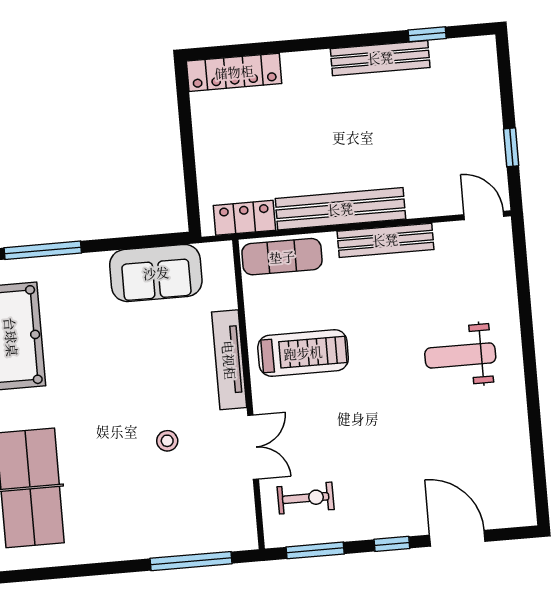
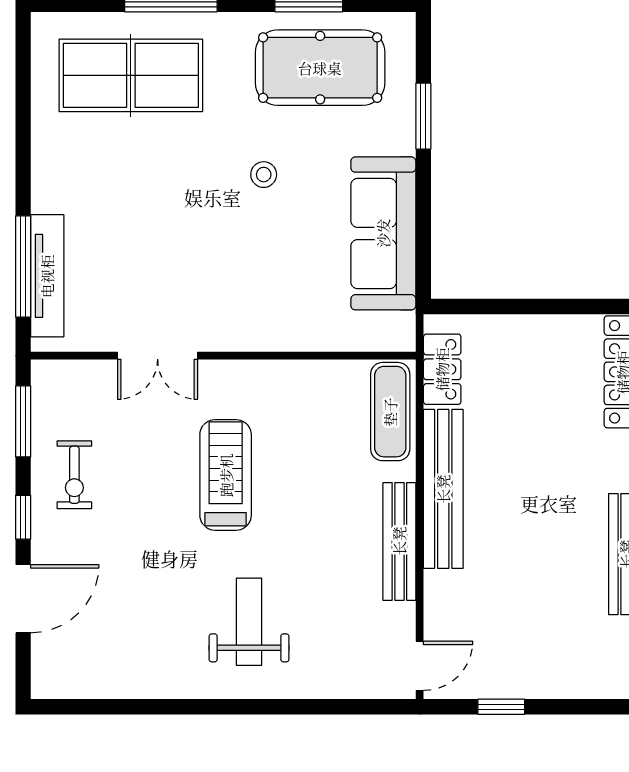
window: (43, 250) -> (423, 116), width x0.69
sofa: (156, 273) -> (383, 233), width x1.36
treadmill: (303, 353) -> (226, 475), moved, turned 180
tv unit: (229, 360) -> (47, 276), moved, turned 90
stool: (167, 441) -> (264, 175), moved
exercise bike: (306, 498) -> (74, 475), moved

